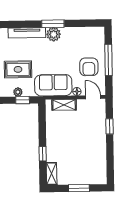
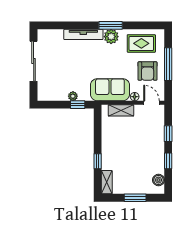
rug: (18, 69) -> (141, 43), moved
window: (110, 152) -> (168, 161), added
boiler: (101, 171) -> (158, 180), added

